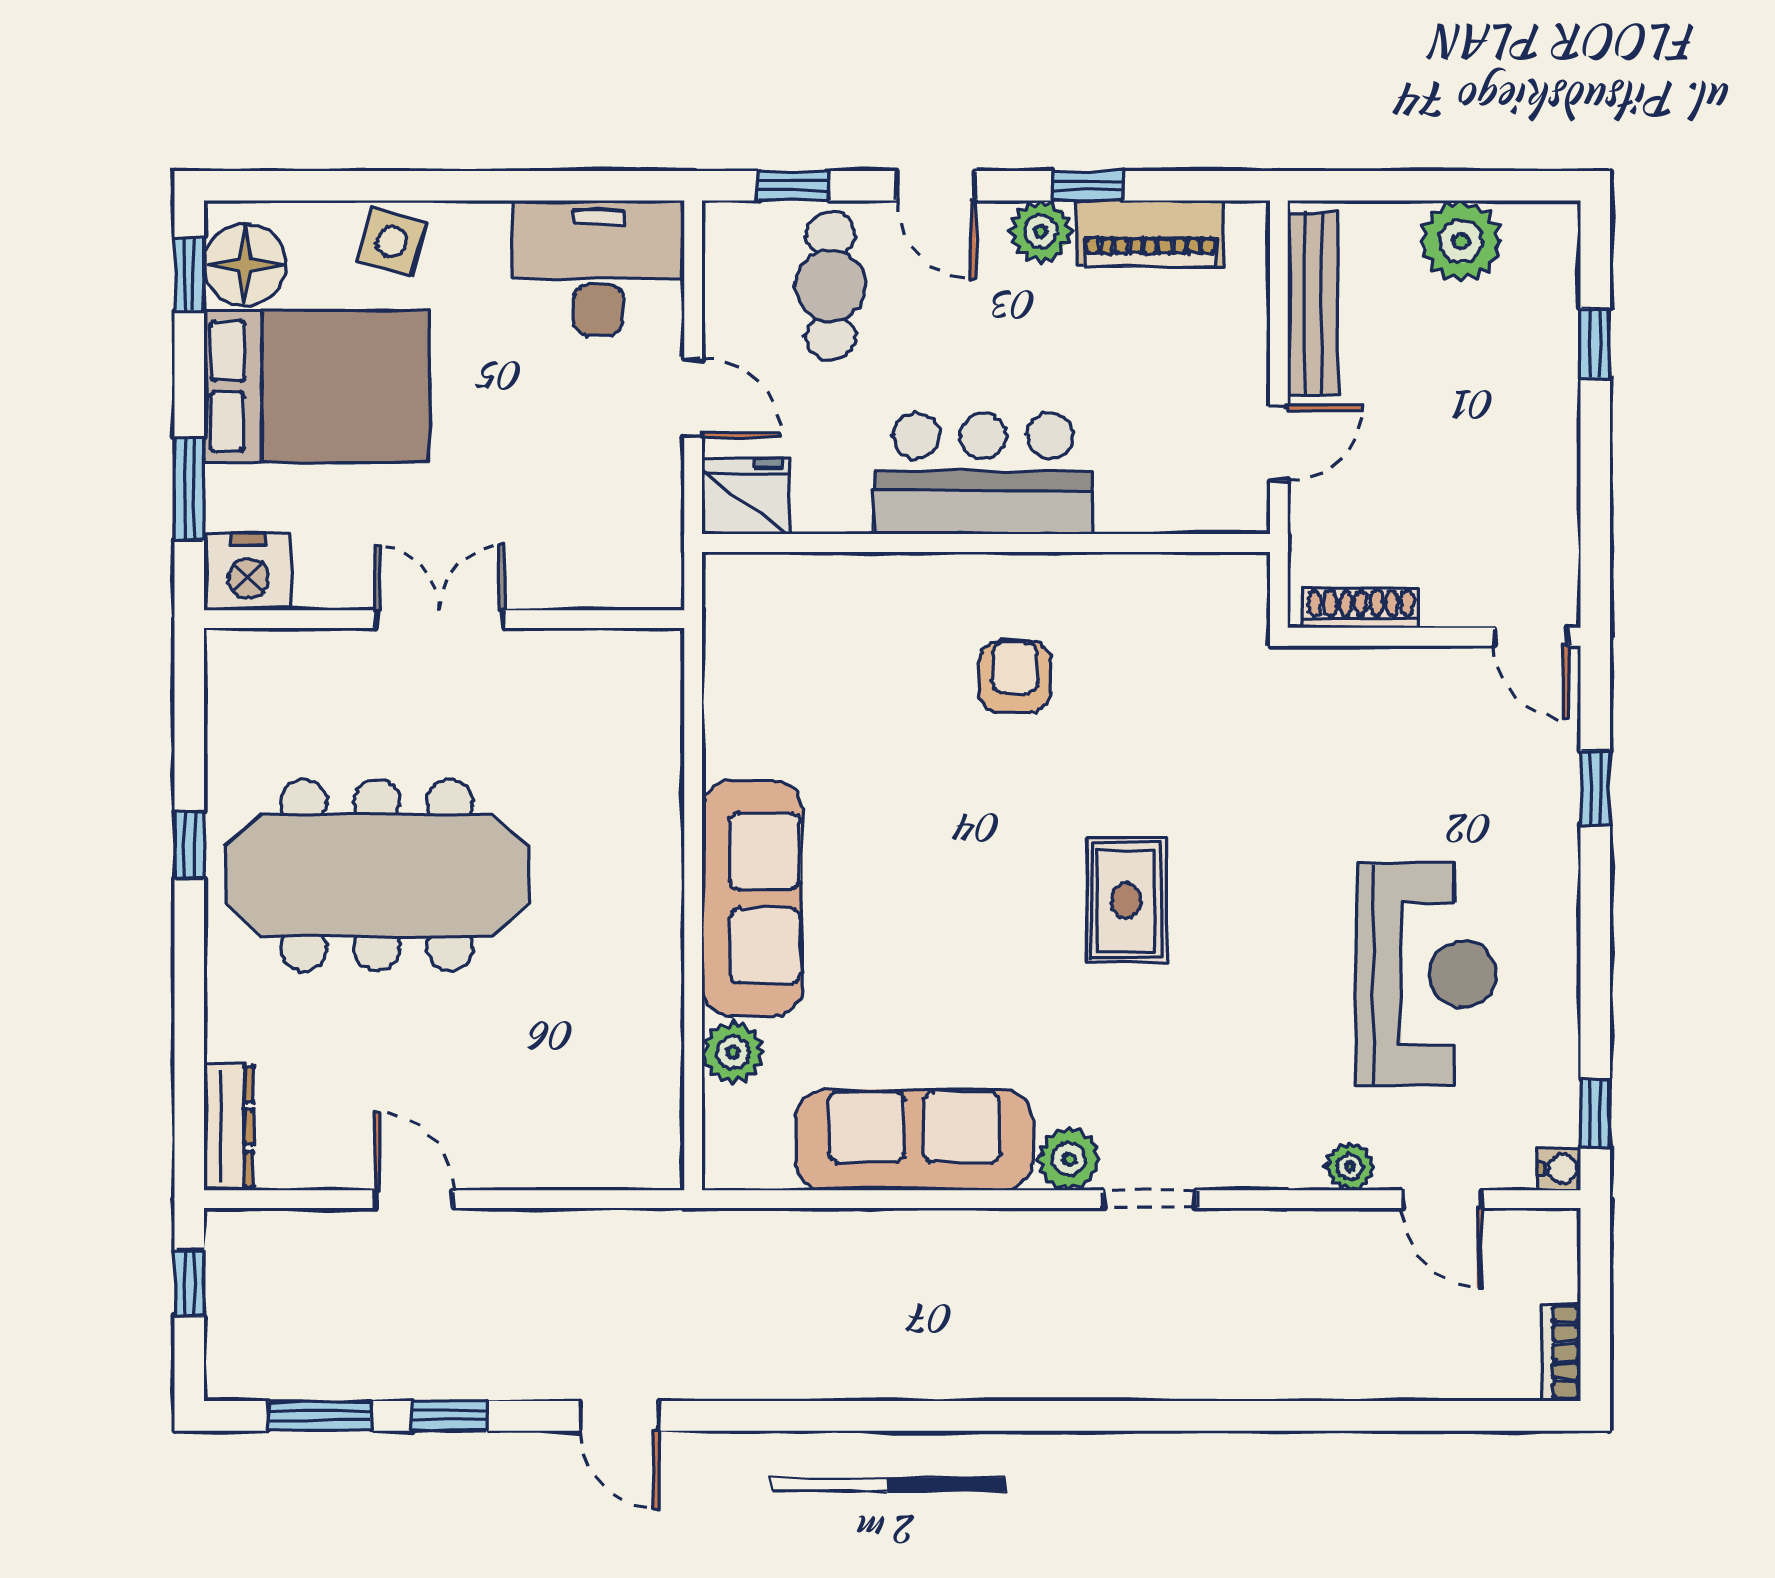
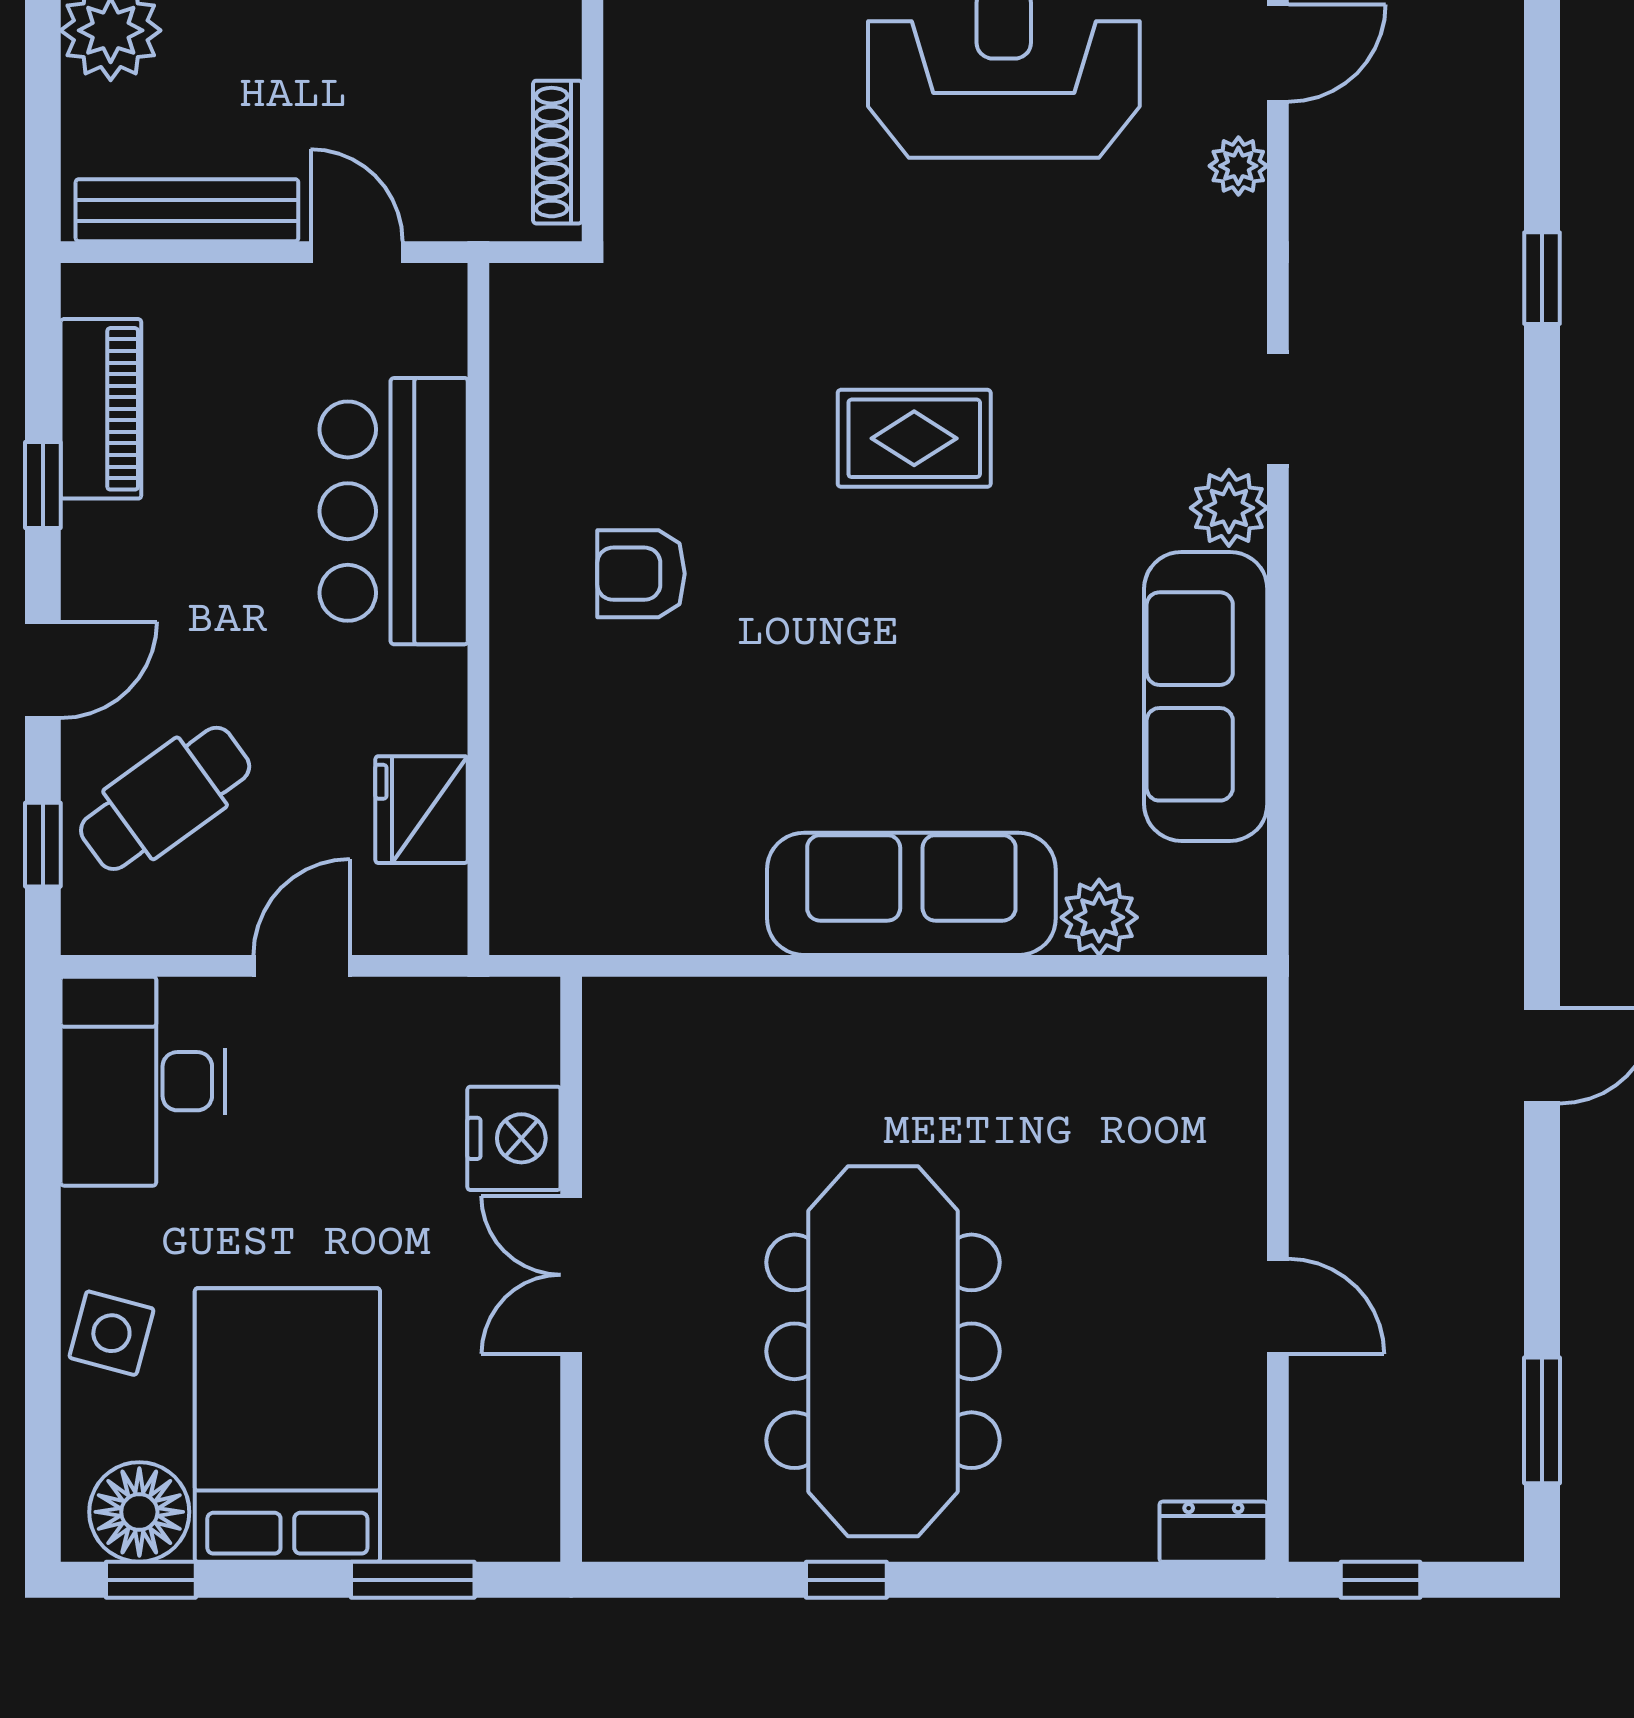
plant: (1041, 231) -> (99, 542), removed
cafe table: (831, 286) -> (165, 798), turned -36
bar counter: (983, 473) -> (394, 511), moved
fridge: (746, 496) -> (422, 810), moved
nightstand: (248, 572) -> (514, 1138), moved
dresser: (229, 1127) -> (1213, 1532), width x0.70
door: (414, 1199) -> (1278, 1306), swing flipped
window: (450, 1416) -> (1542, 278), moved

